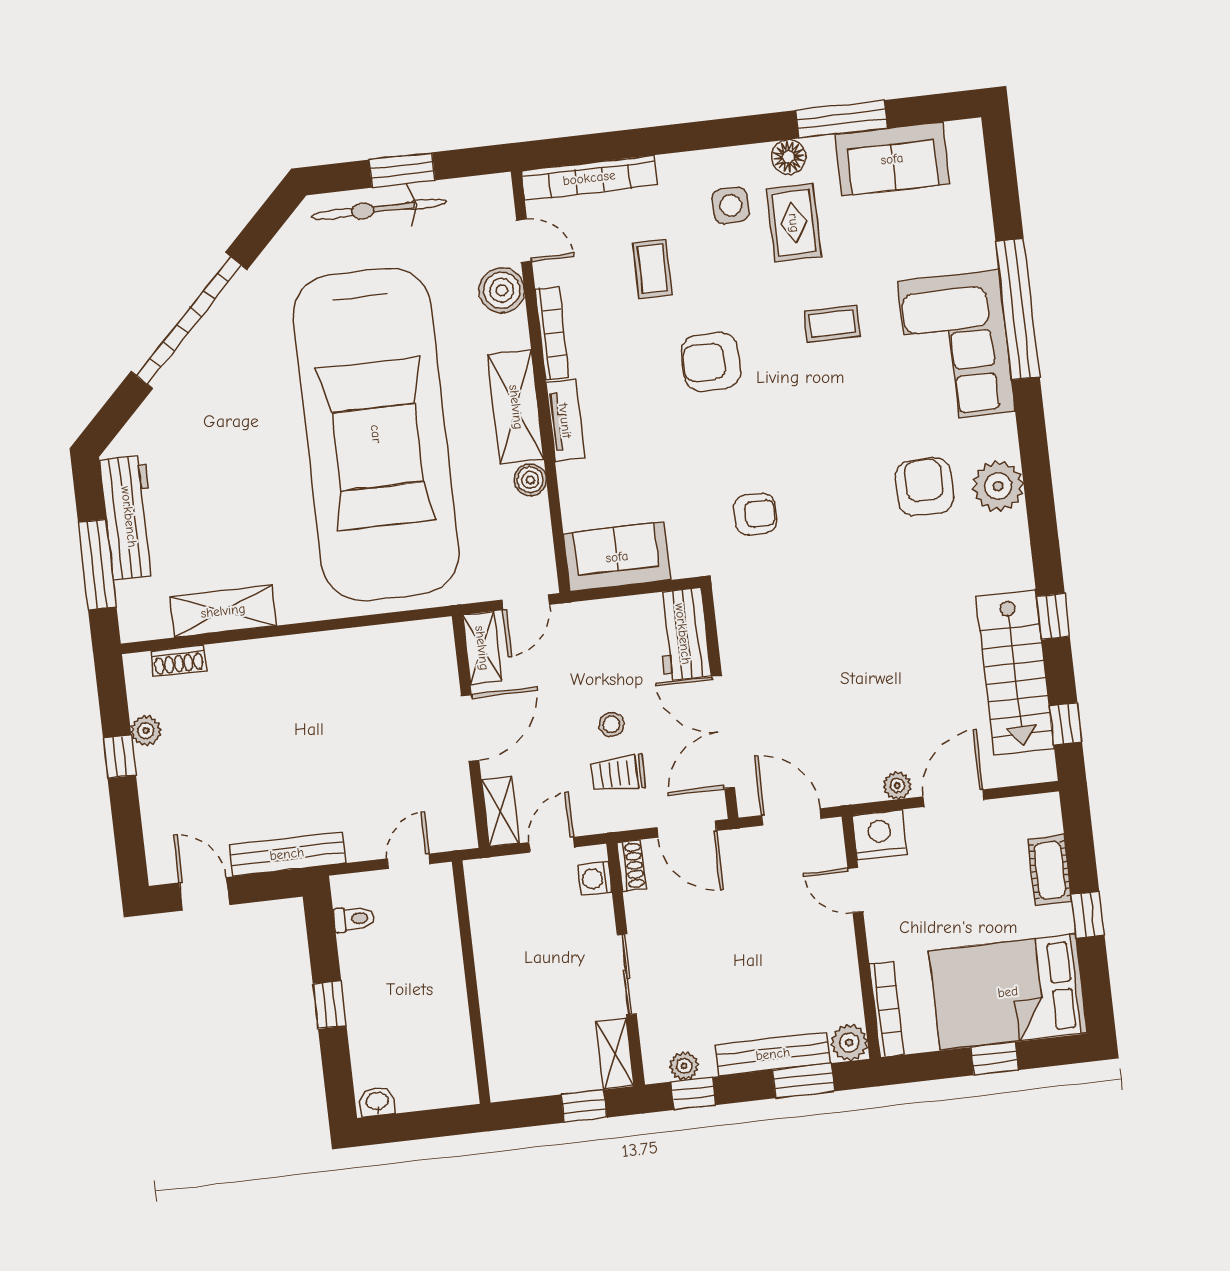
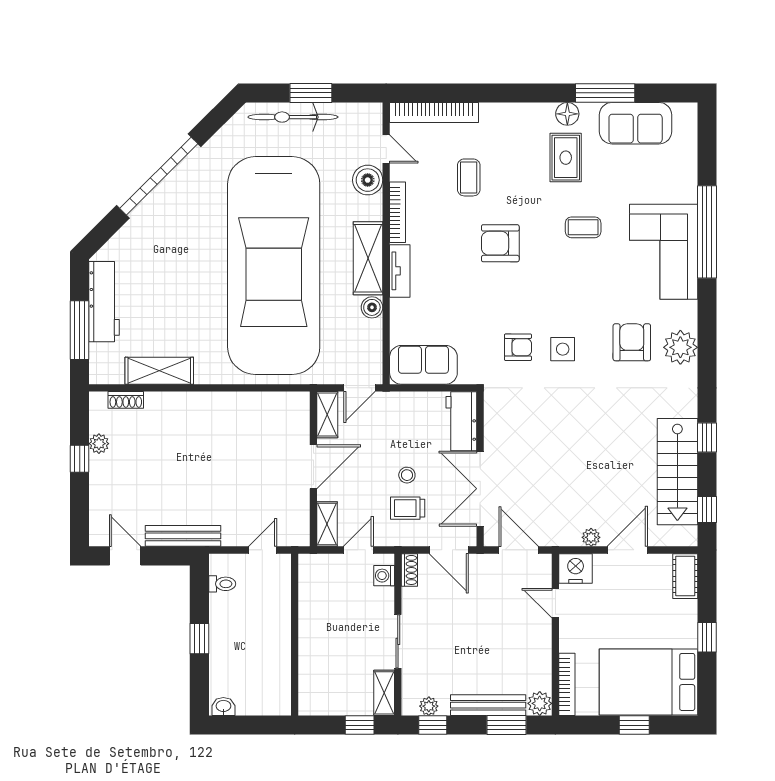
side table: (731, 205) -> (563, 349), moved
cot: (1050, 870) -> (685, 576), moved

